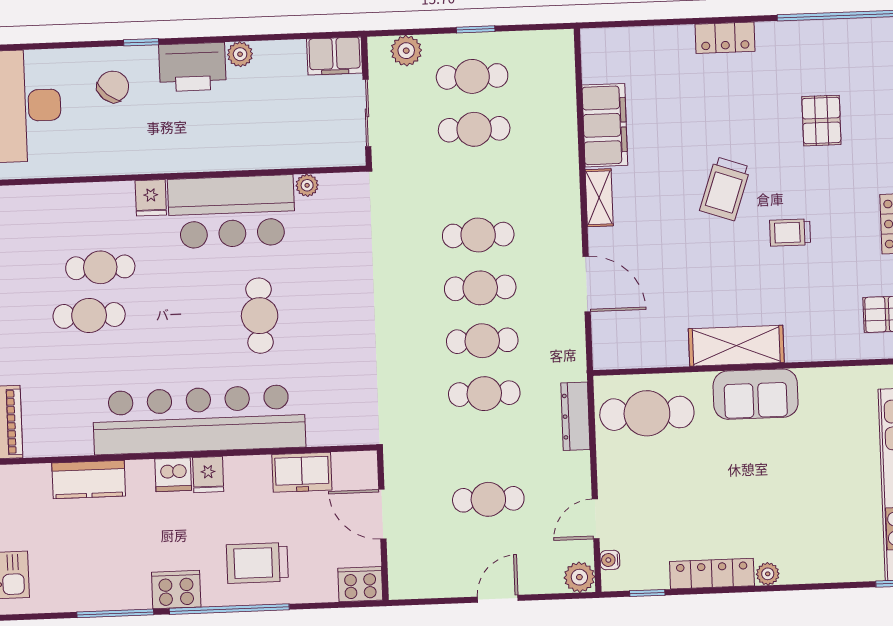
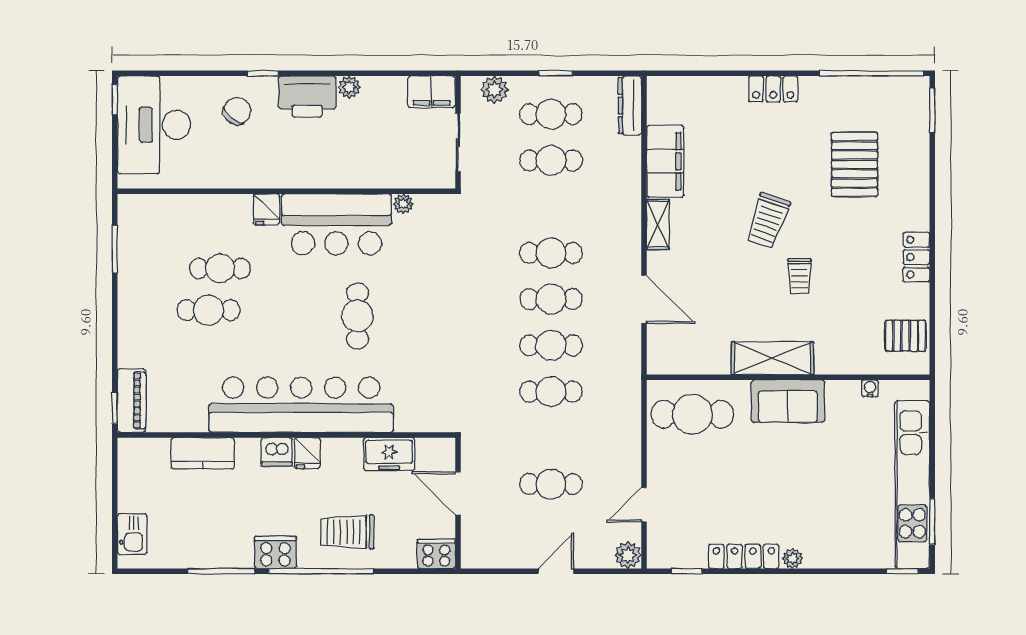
pallet: (821, 121) -> (855, 164), width x1.50, depth x1.42
trolley: (790, 233) -> (799, 276), moved, turned -90
dresser: (575, 416) -> (630, 106), moved
water cooler: (610, 560) -> (870, 388), moved, turned 90

